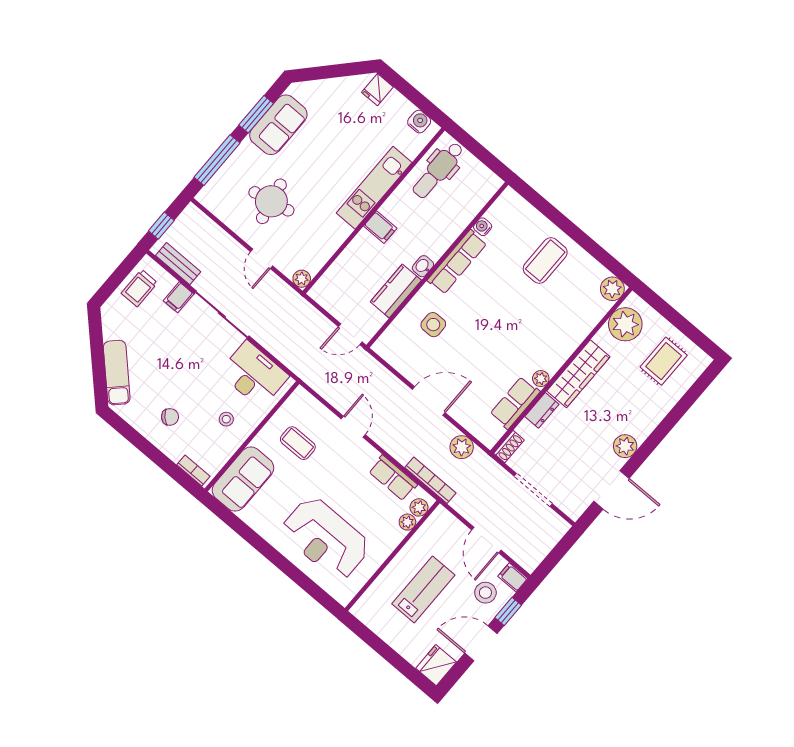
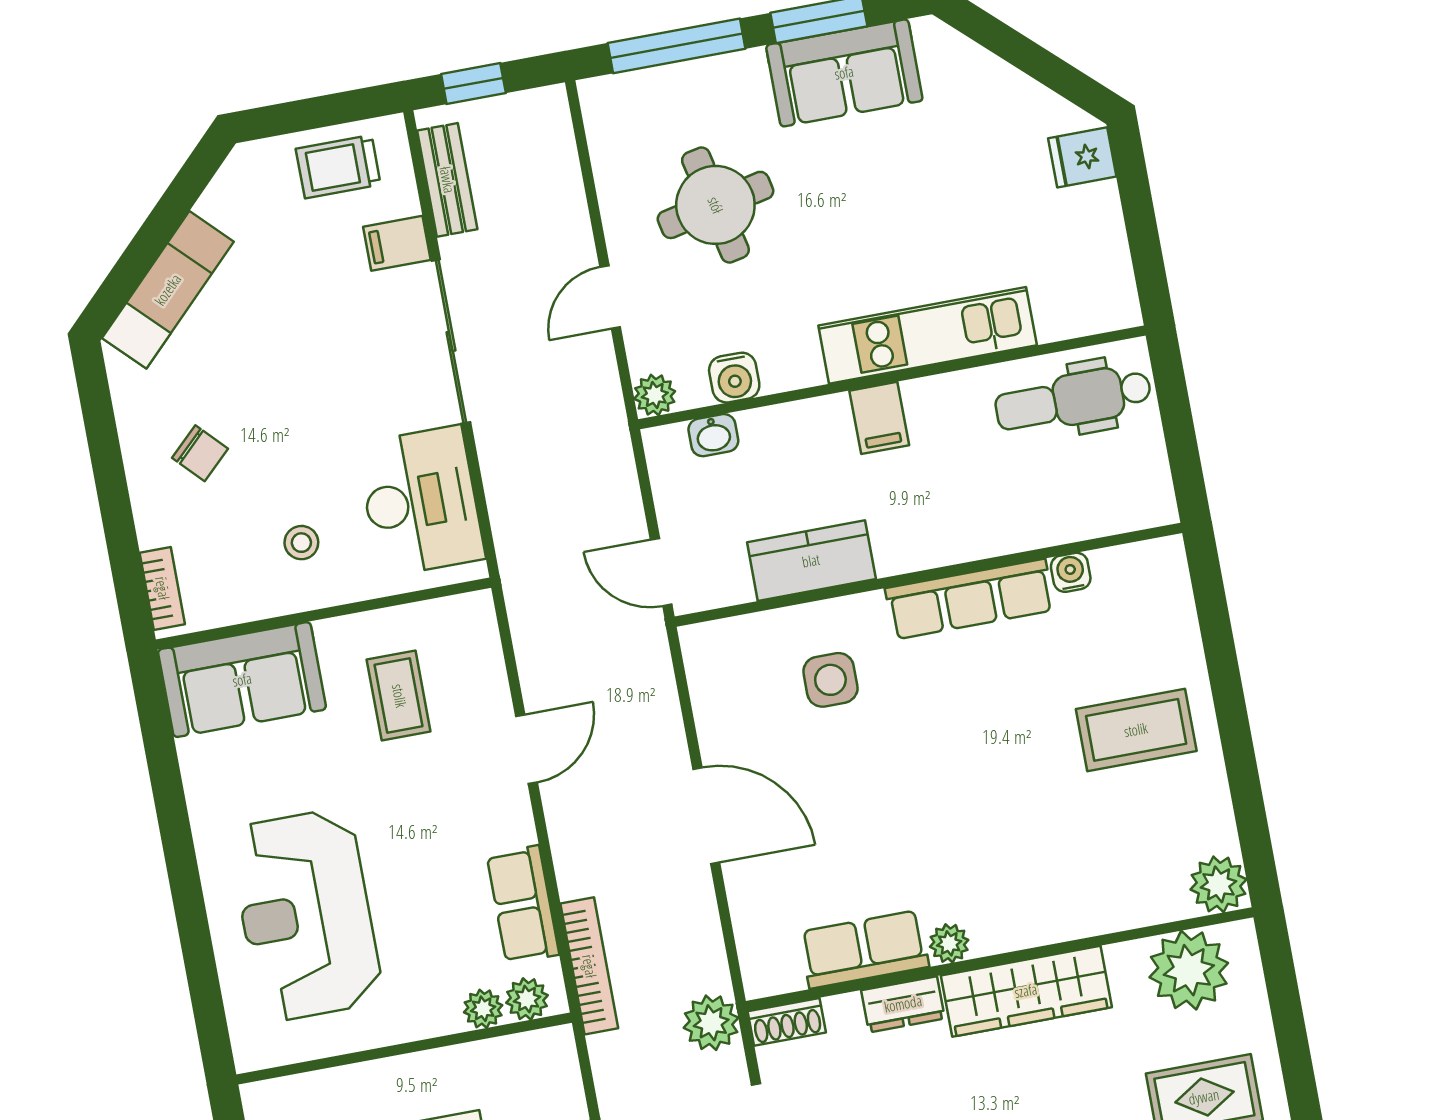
water cooler: (419, 122) -> (734, 378), moved, turned 90
washbasin: (423, 266) -> (713, 435), moved, turned 180
plant: (462, 447) -> (711, 1023), moved

